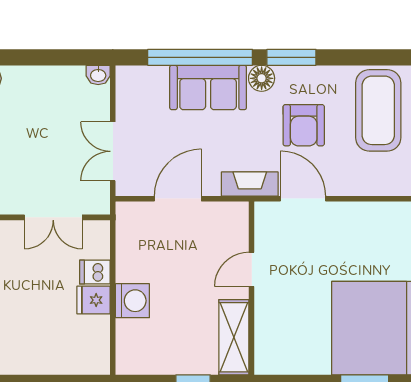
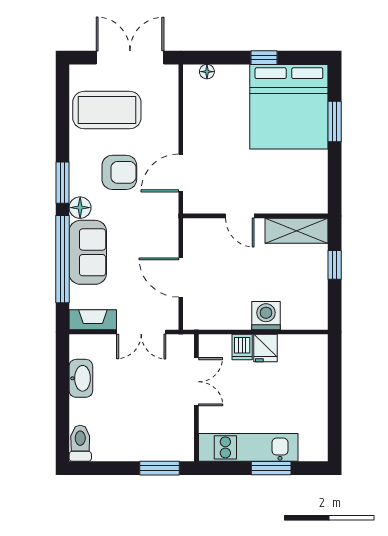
washbasin: (98, 75) -> (81, 378), moved, width x1.91, depth x1.45
fireplace: (250, 184) -> (93, 320), moved, turned 90

